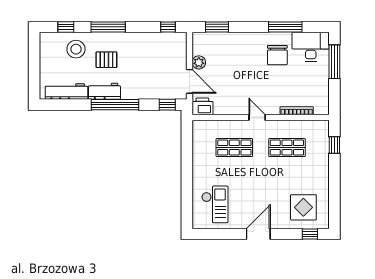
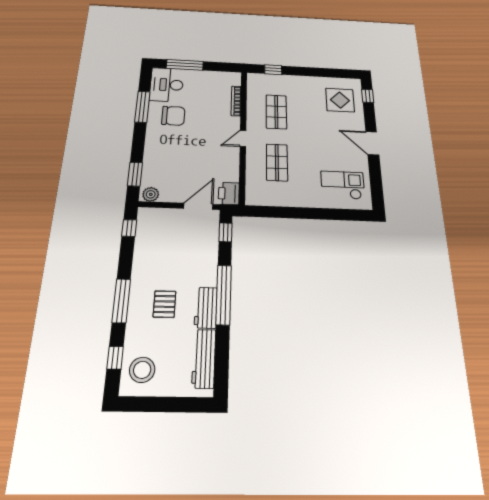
stool: (76, 49) -> (142, 370), moved
plant: (199, 62) -> (151, 194), moved

